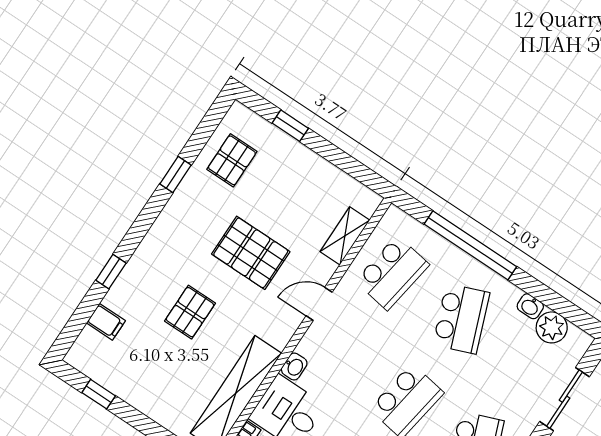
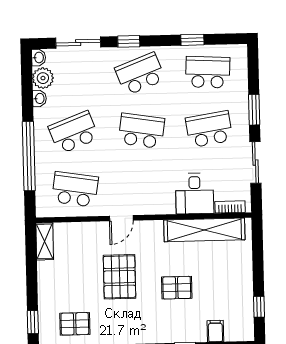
window: (290, 126) -> (33, 322), moved
shelving: (345, 236) -> (45, 241), moved, turned 90
door: (319, 304) -> (121, 218), hinge flipped
washbasin: (294, 366) -> (39, 57), moved, turned 90

